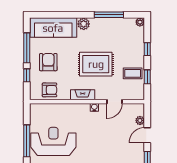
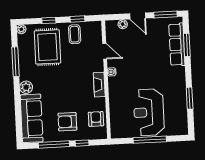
rug: (96, 64) -> (47, 47), moved

